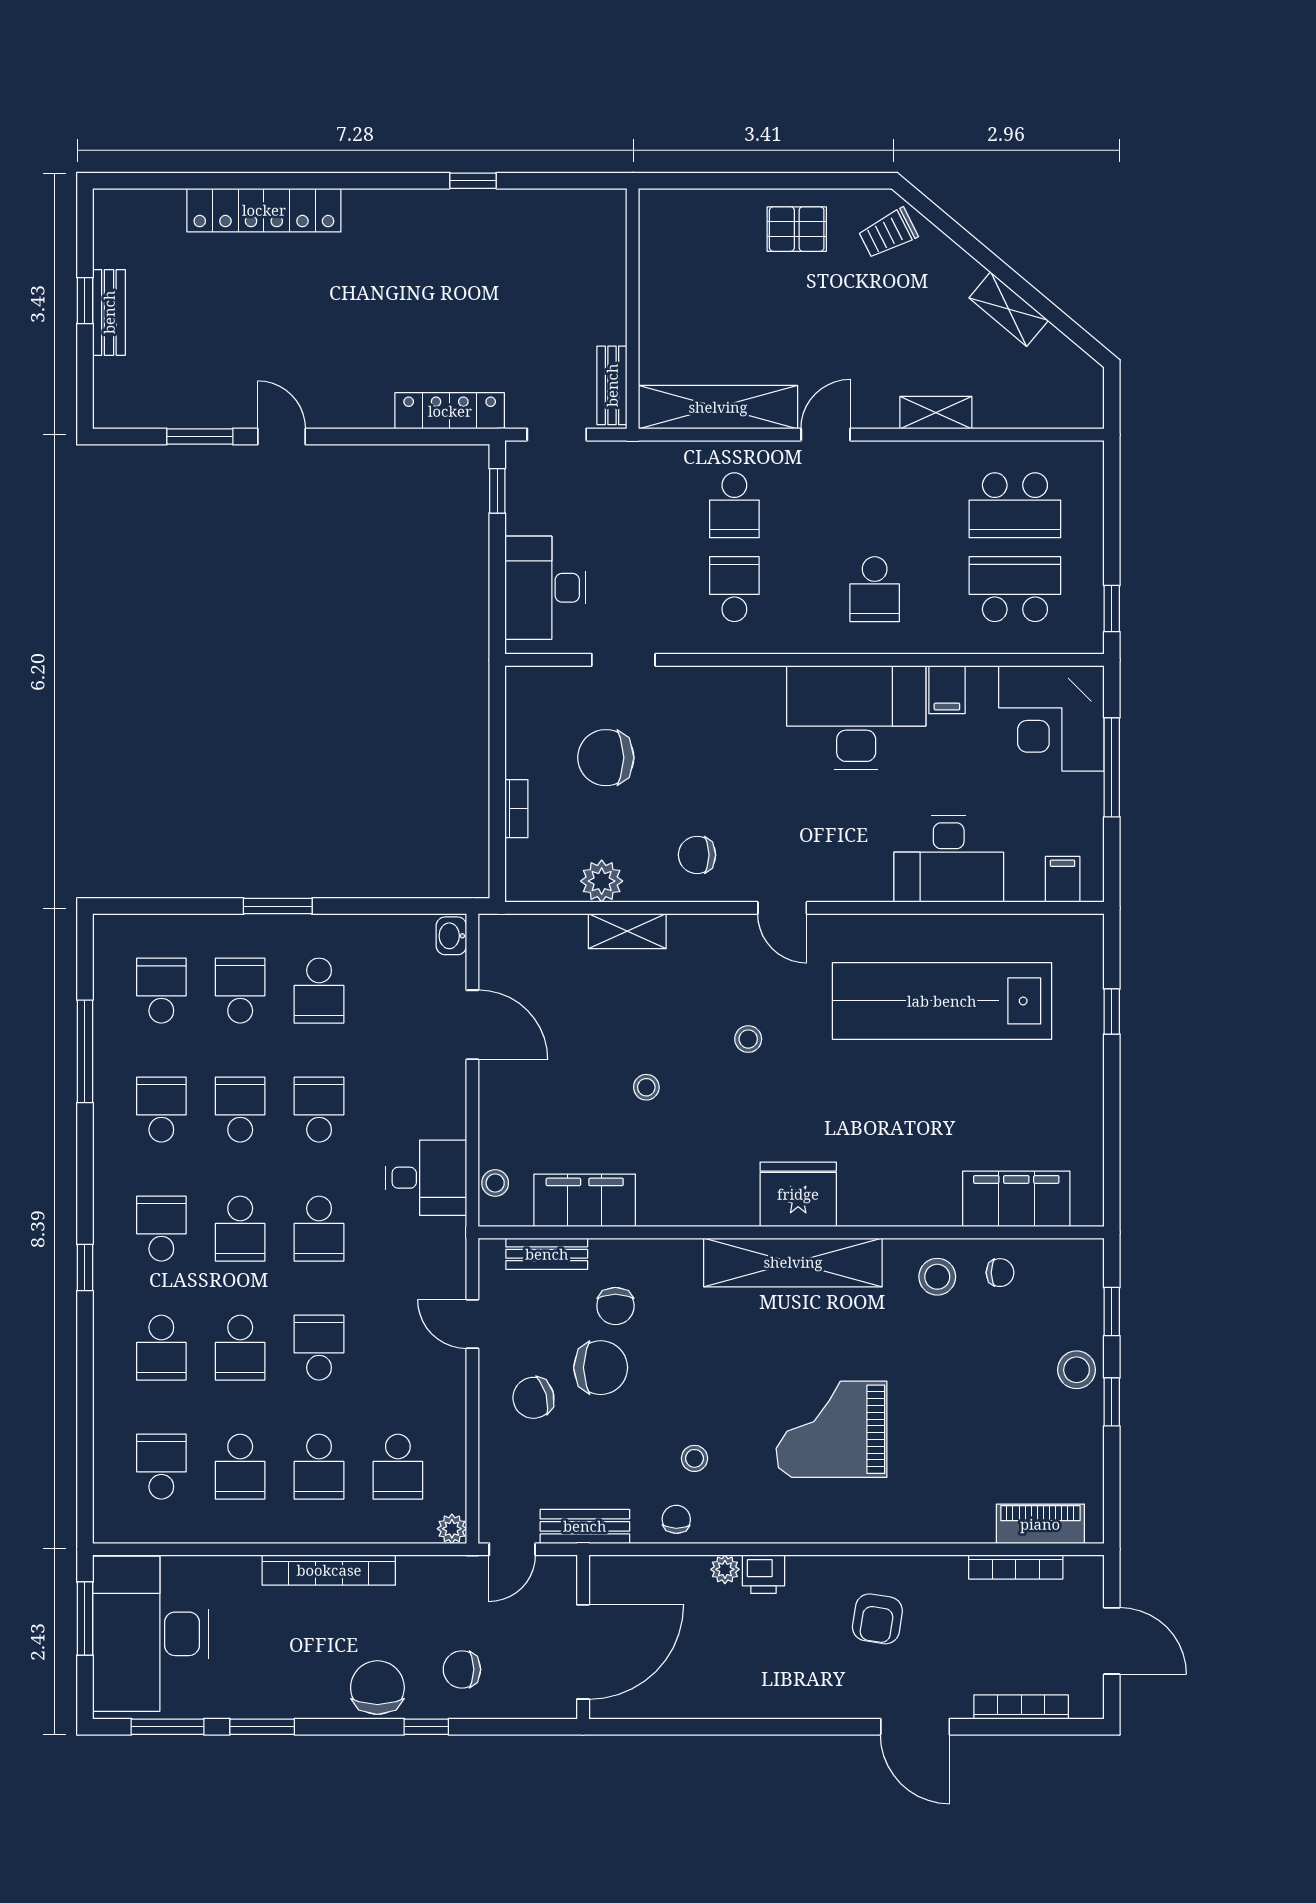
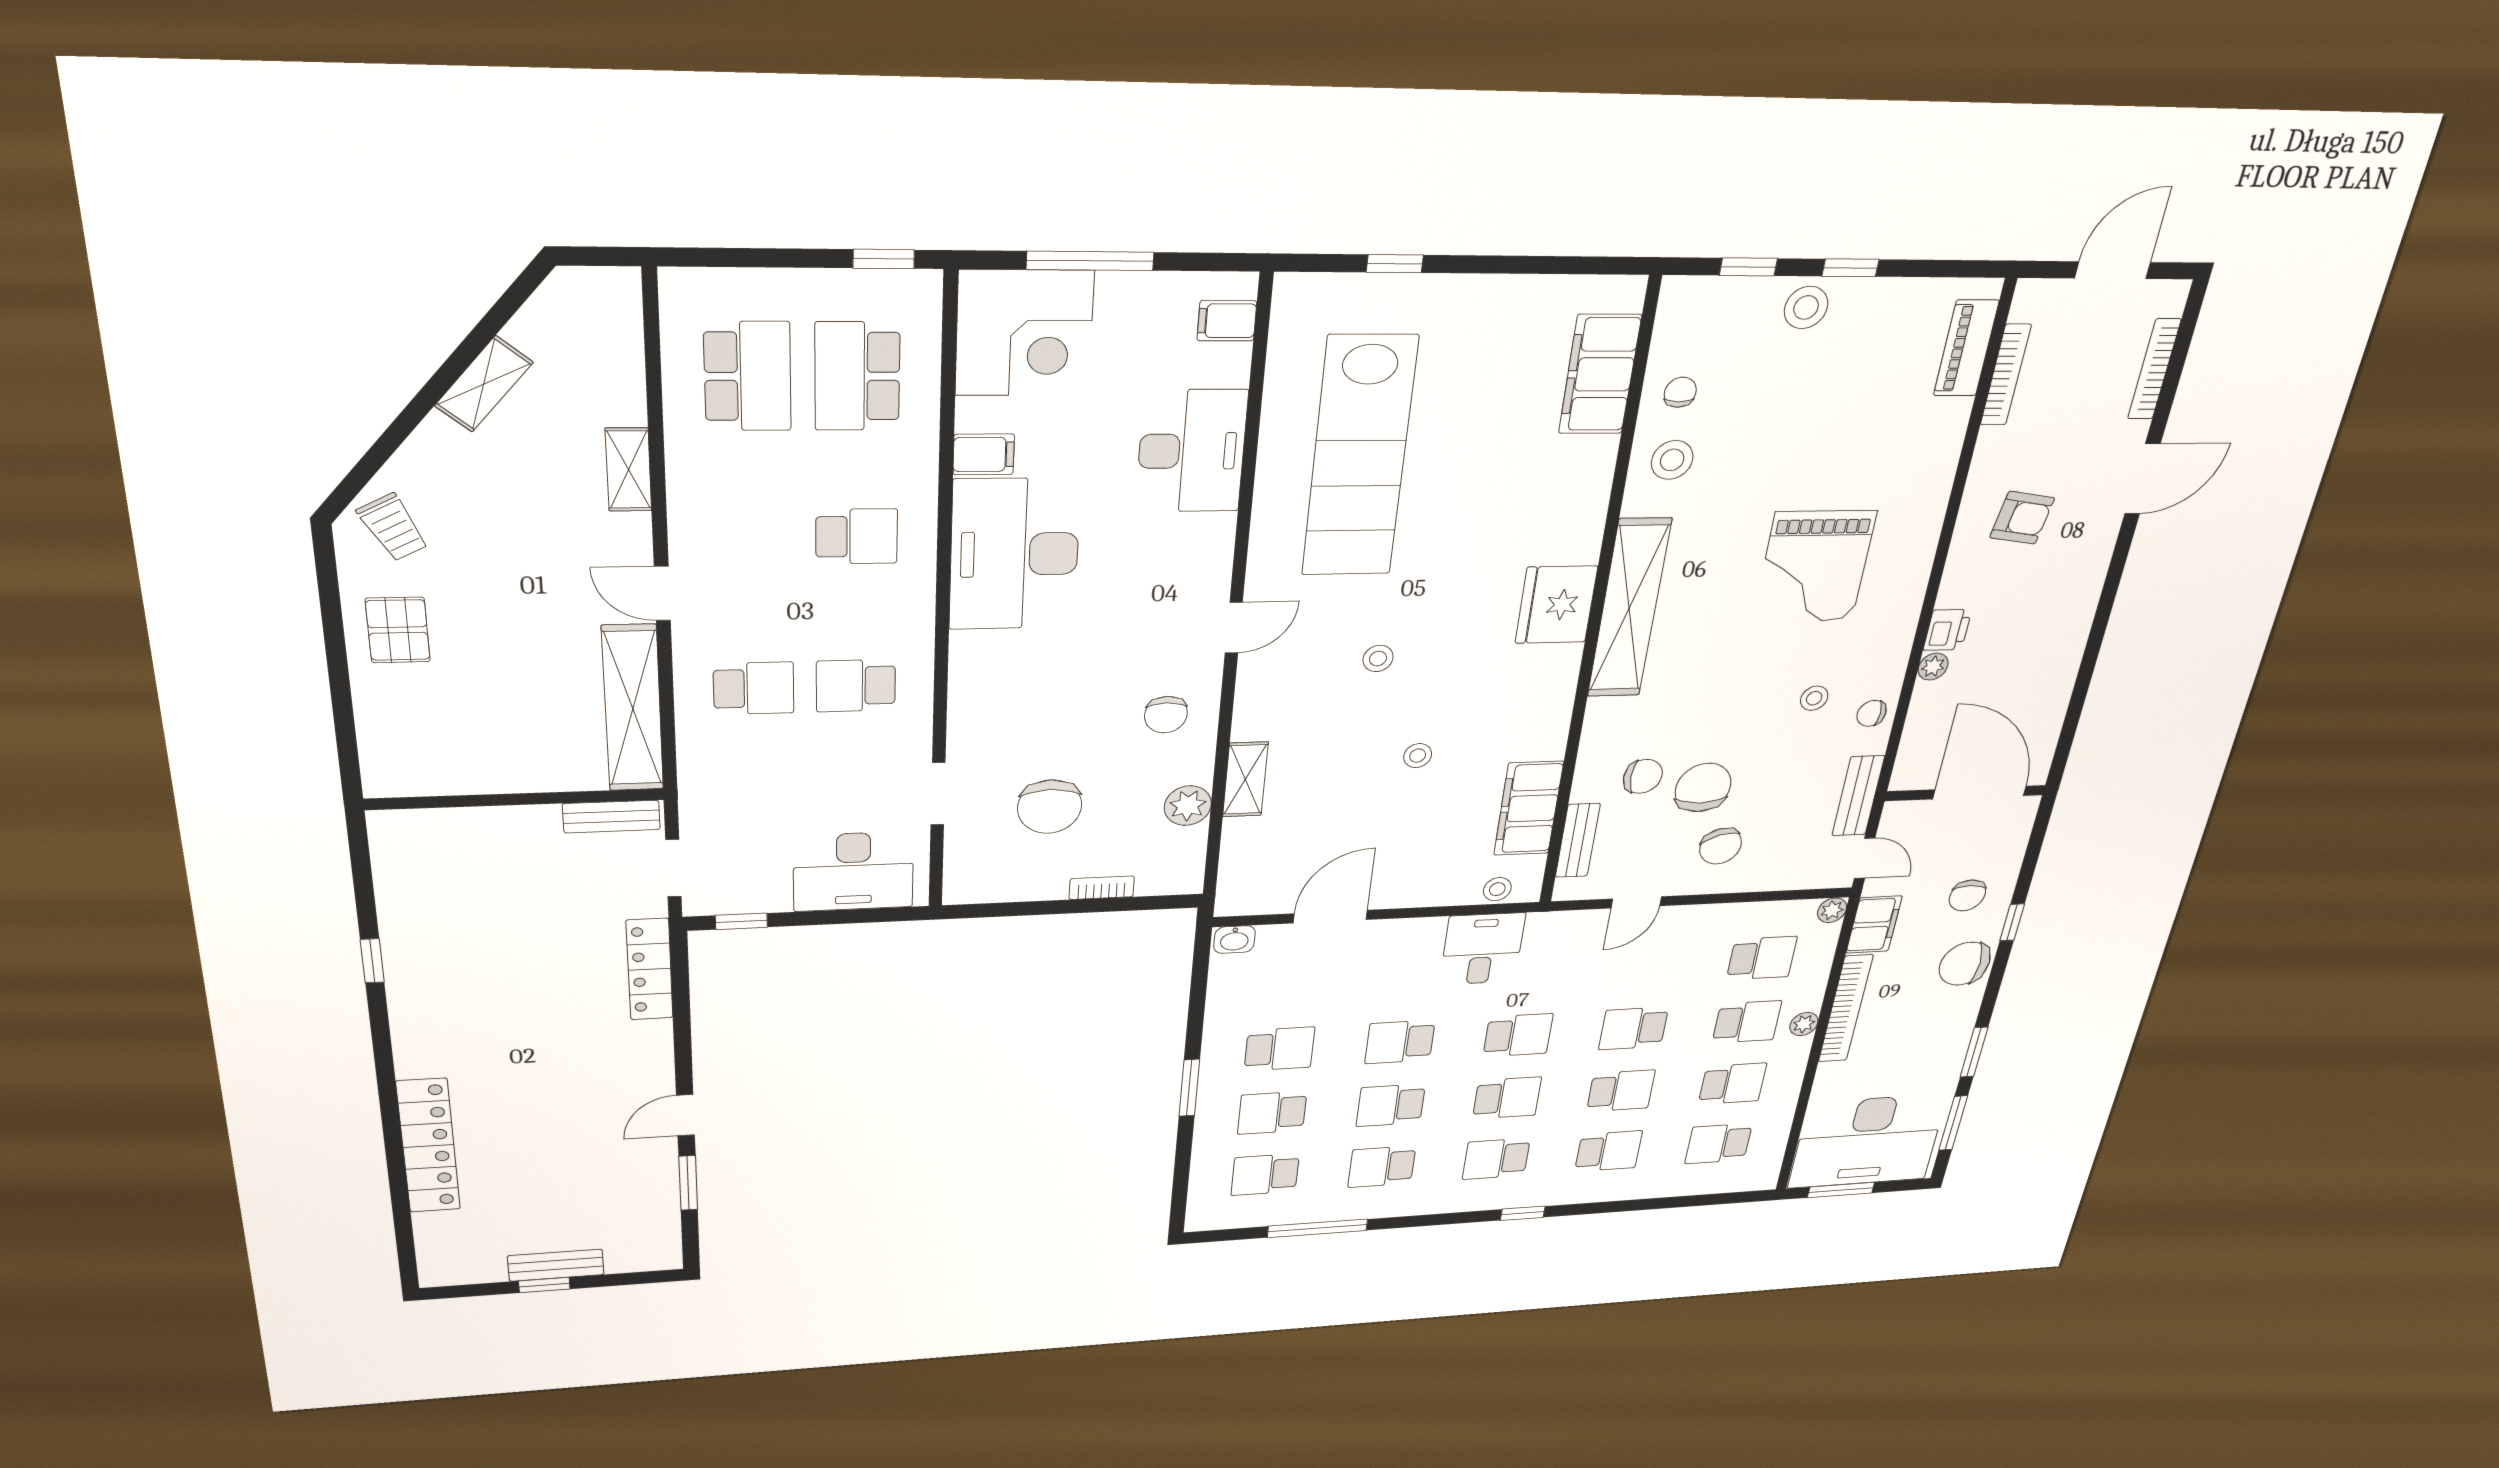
plant: (312, 1529) -> (1804, 1024), added
filing cabinet: (432, 1577) -> (1874, 925), added

